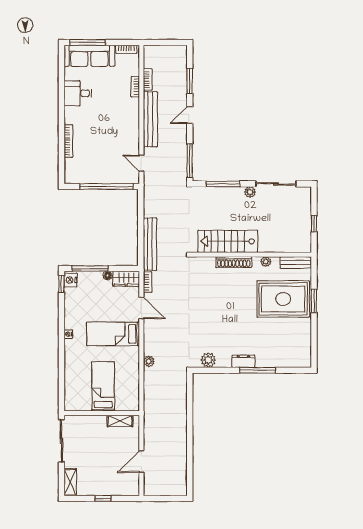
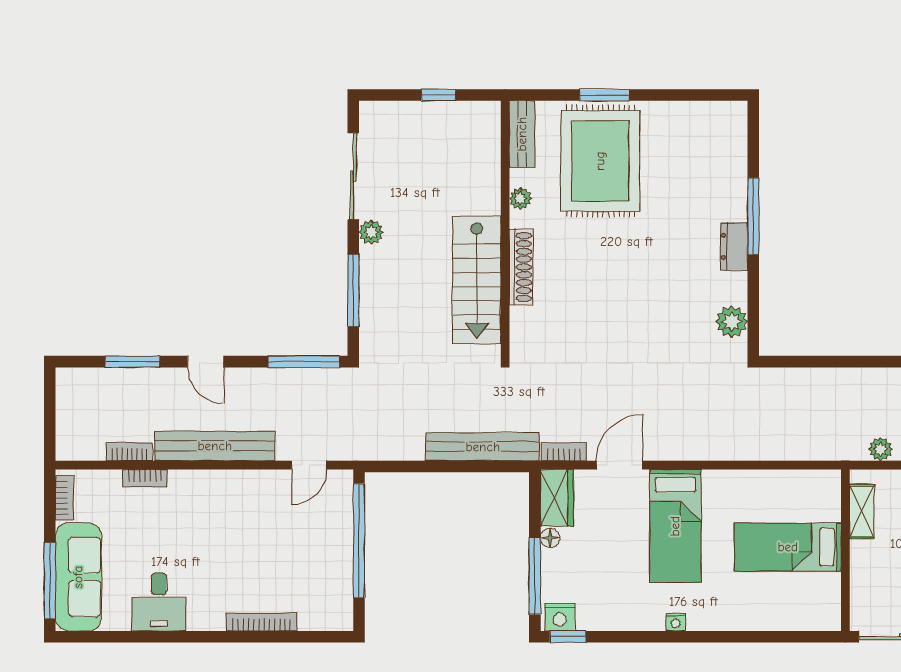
plant: (149, 361) -> (881, 449), moved

